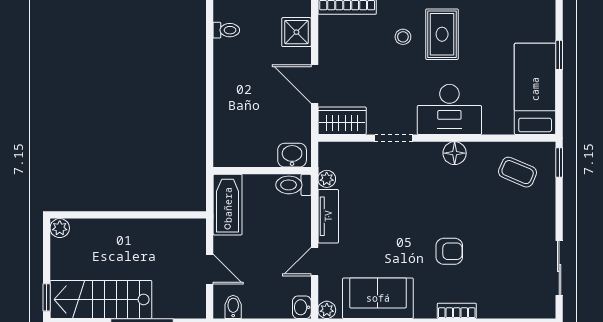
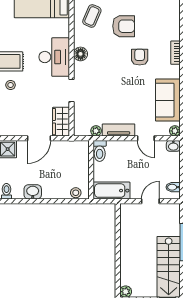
stool: (224, 145) -> (76, 193), added
washbasin: (292, 155) -> (33, 192), moved, turned 90
armchair: (501, 225) -> (124, 26), added

